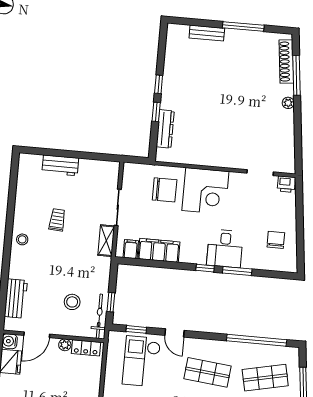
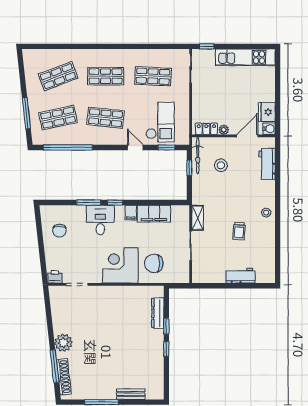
plant: (288, 103) -> (63, 343), width x1.87, depth x1.87
filing cabinet: (131, 249) -> (131, 213), moved

